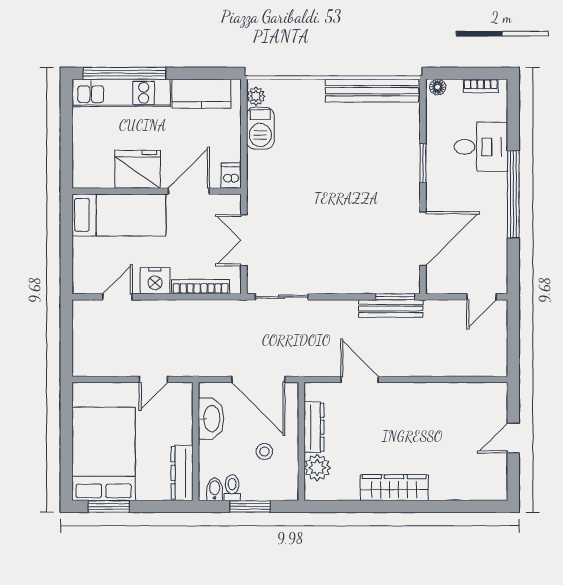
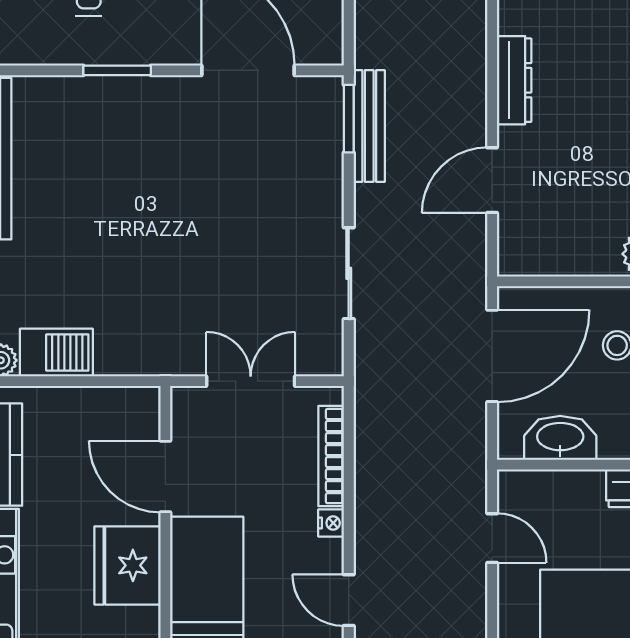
dishwasher: (231, 176) -> (139, 403), removed
double door: (244, 240) -> (251, 381), swing flipped
nightstand: (155, 281) -> (331, 523), width x0.53, depth x0.56
sliding door: (282, 297) -> (349, 273), moved
dresser: (314, 427) -> (514, 80), moved, turned 90

